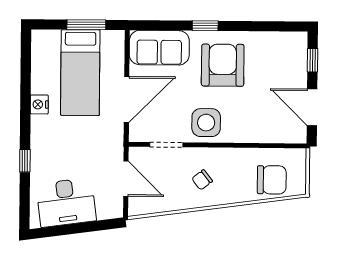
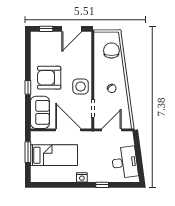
nightstand: (39, 104) -> (82, 177), moved

